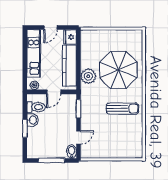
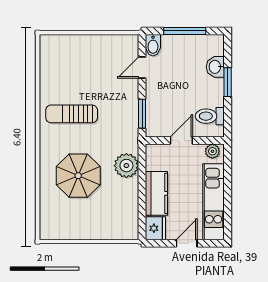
kitchen counter: (69, 66) -> (156, 193), width x0.67
parasol: (118, 70) -> (78, 176), width x0.73, depth x0.73
washbasin: (33, 120) -> (215, 67), moved

